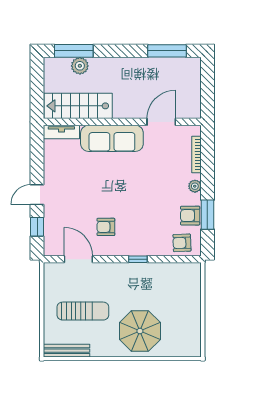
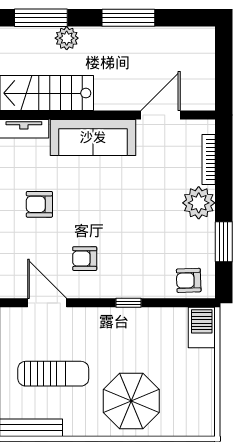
window: (167, 51) -> (128, 18), moved
plant: (80, 66) -> (67, 38), moved
plant: (195, 186) -> (199, 203), width x1.88, depth x1.88
armchair: (190, 216) -> (39, 204), moved
barbecue: (191, 277) -> (202, 328), added

